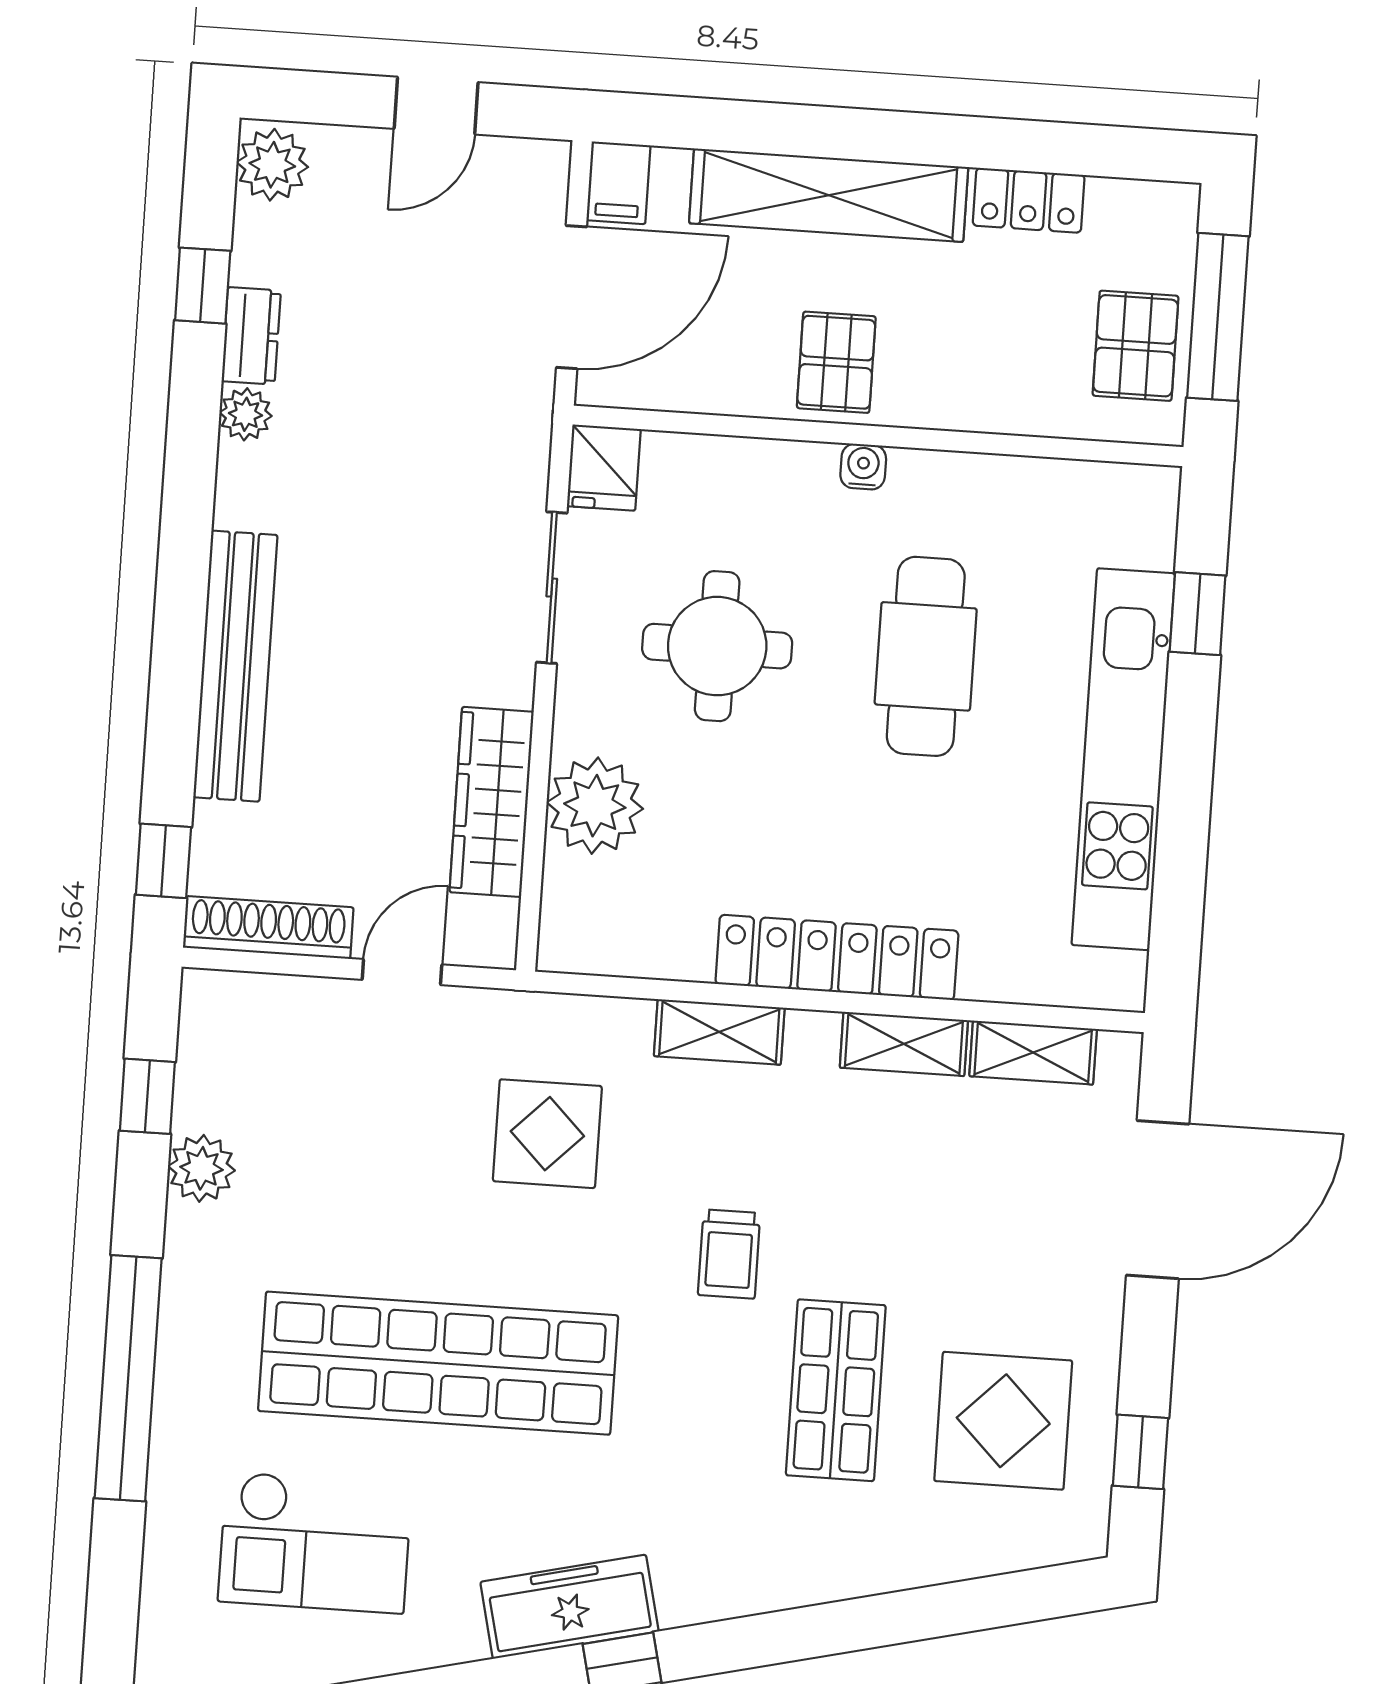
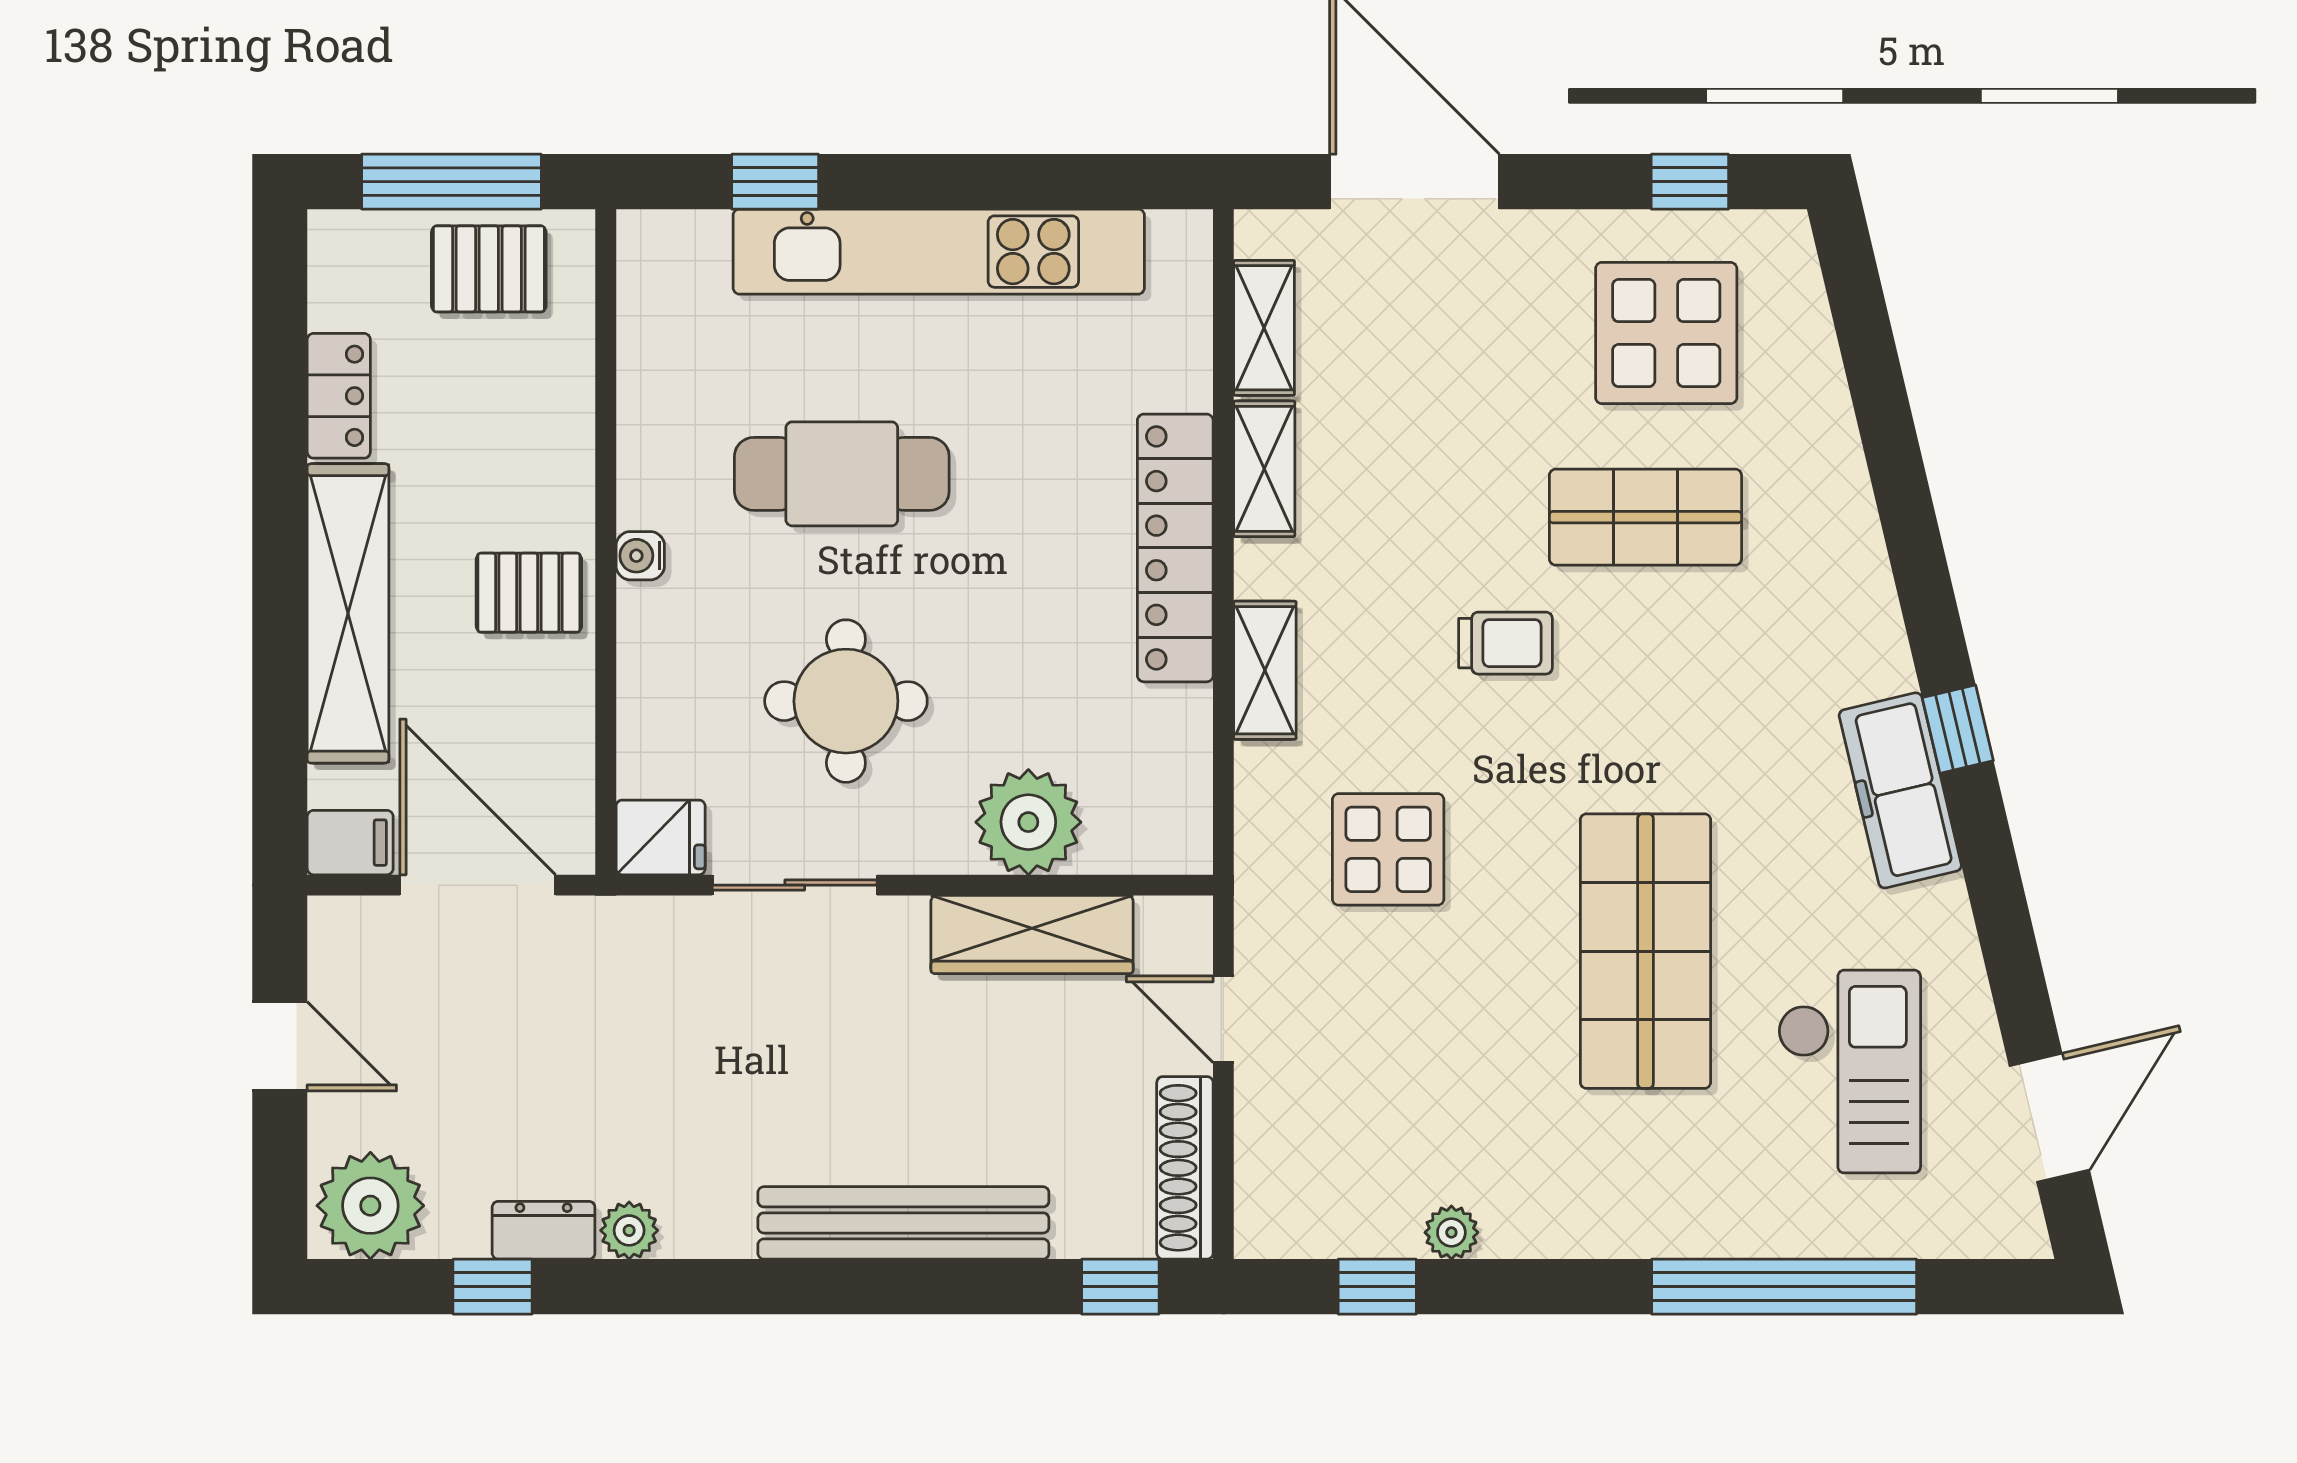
plant: (272, 165) -> (370, 1206), width x1.36, depth x1.36
plant: (201, 1168) -> (1451, 1232), width x0.73, depth x0.73
shop shelf: (438, 1363) -> (1645, 951), width x0.71
window: (128, 1378) -> (1784, 1287), moved

